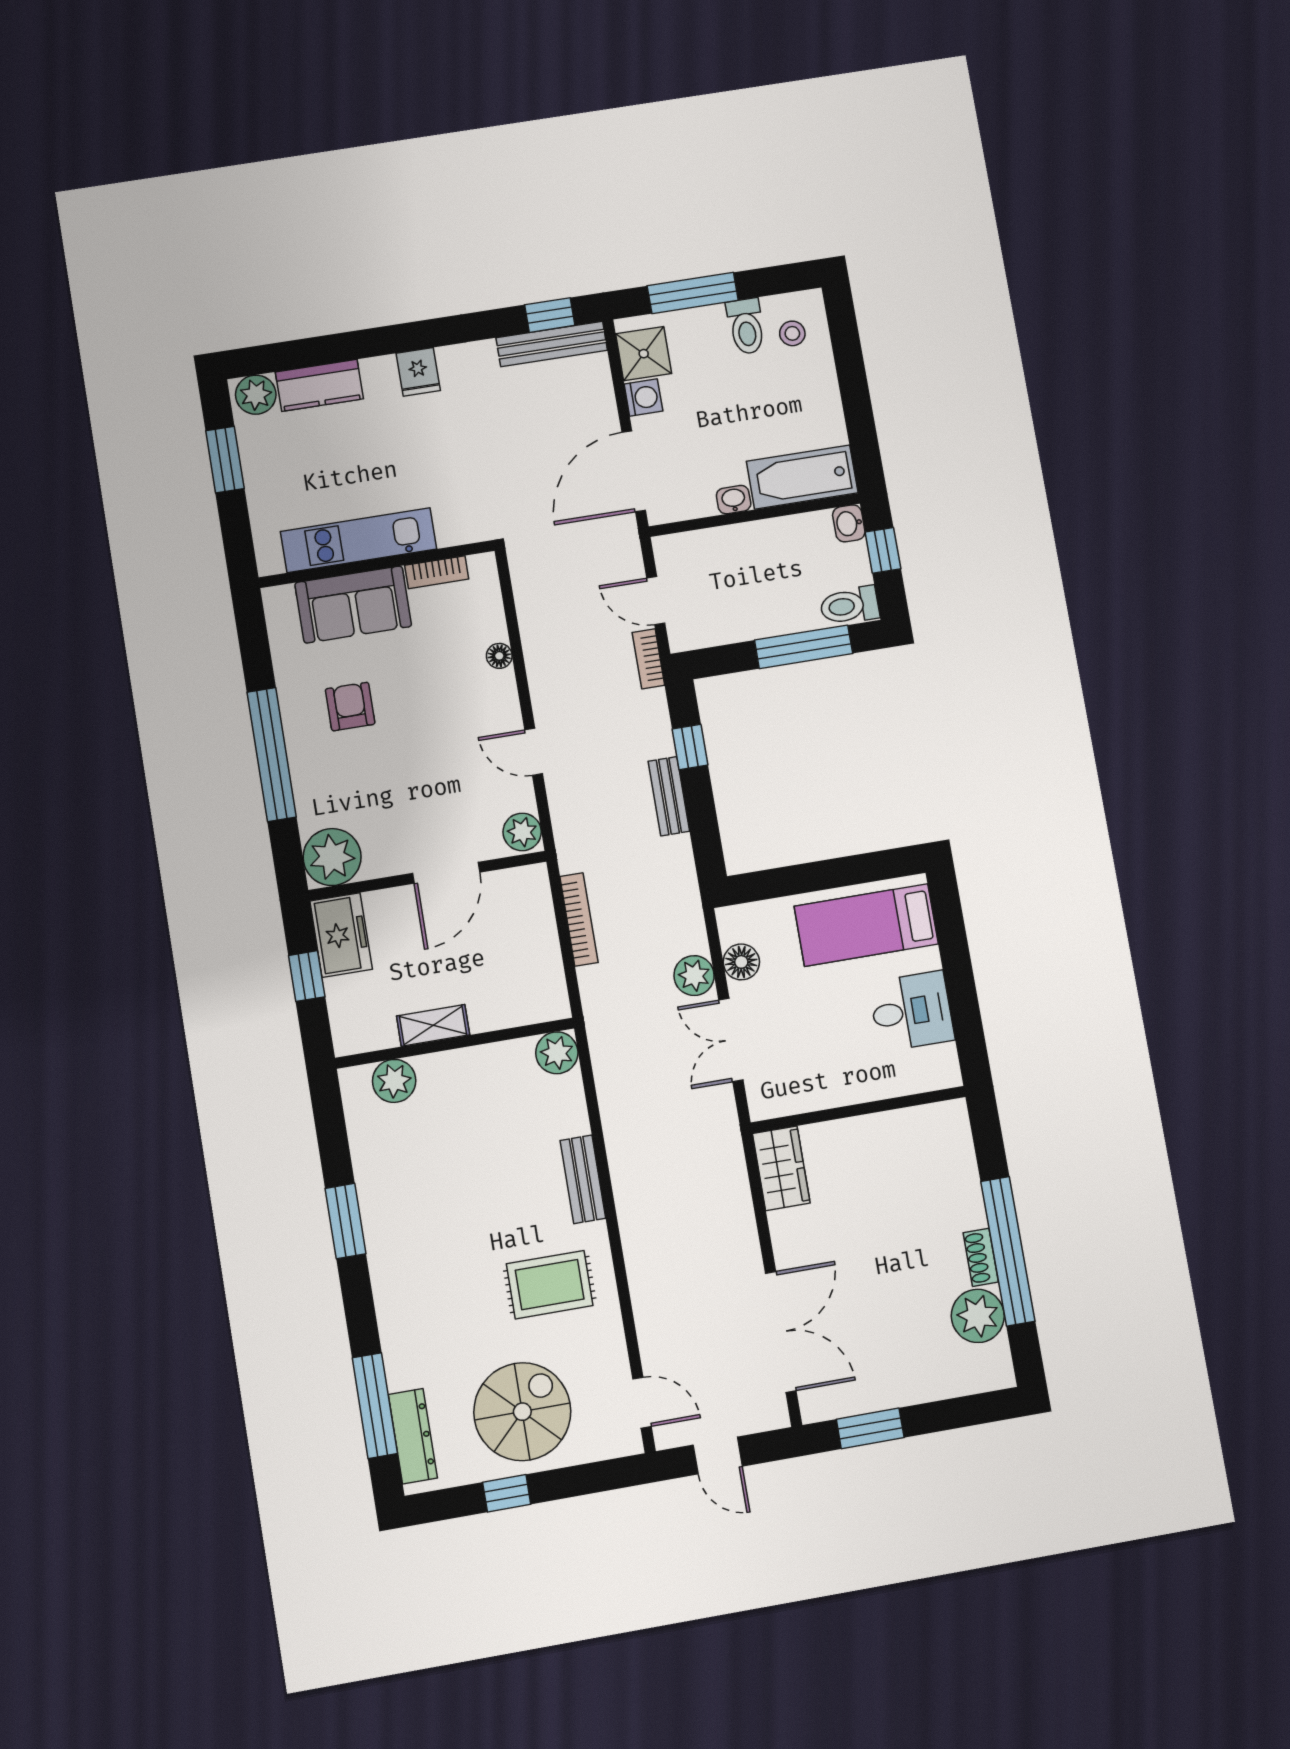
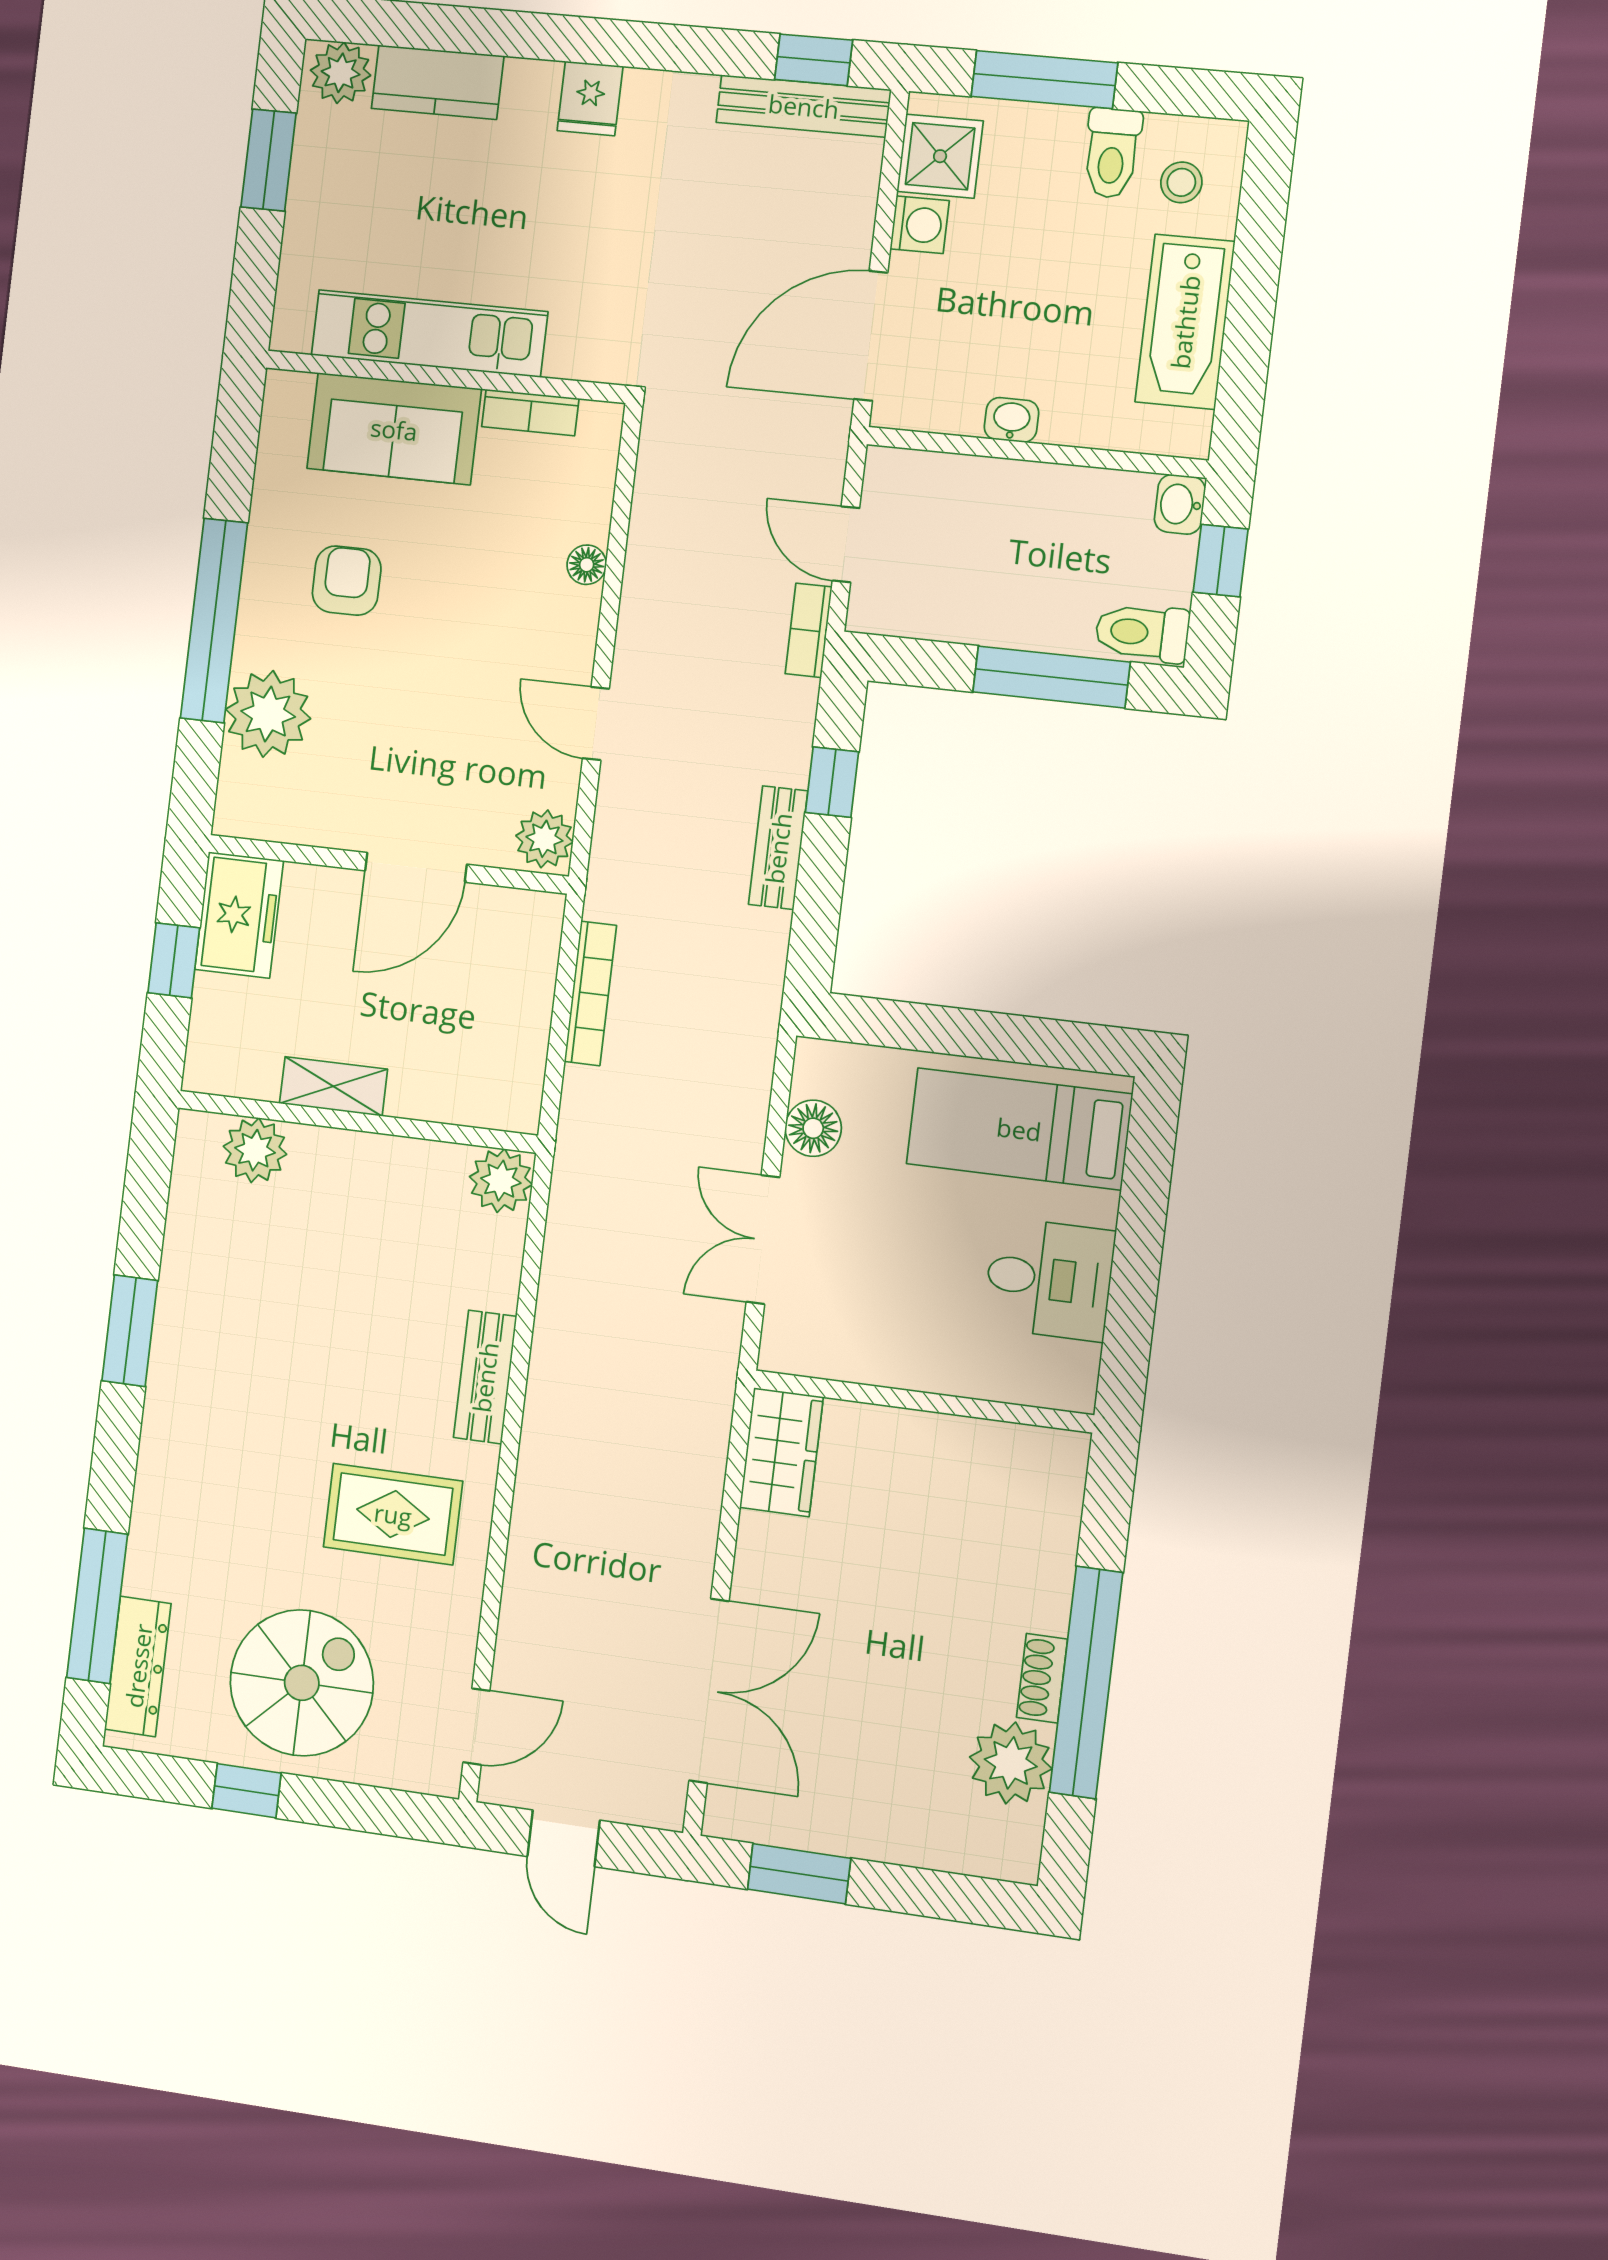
bathtub: (802, 477) -> (1185, 322), moved, turned -90
plant: (332, 857) -> (268, 714), moved
plant: (694, 976) -> (736, 1127), removed
door: (642, 1403) -> (476, 1727), hinge flipped

